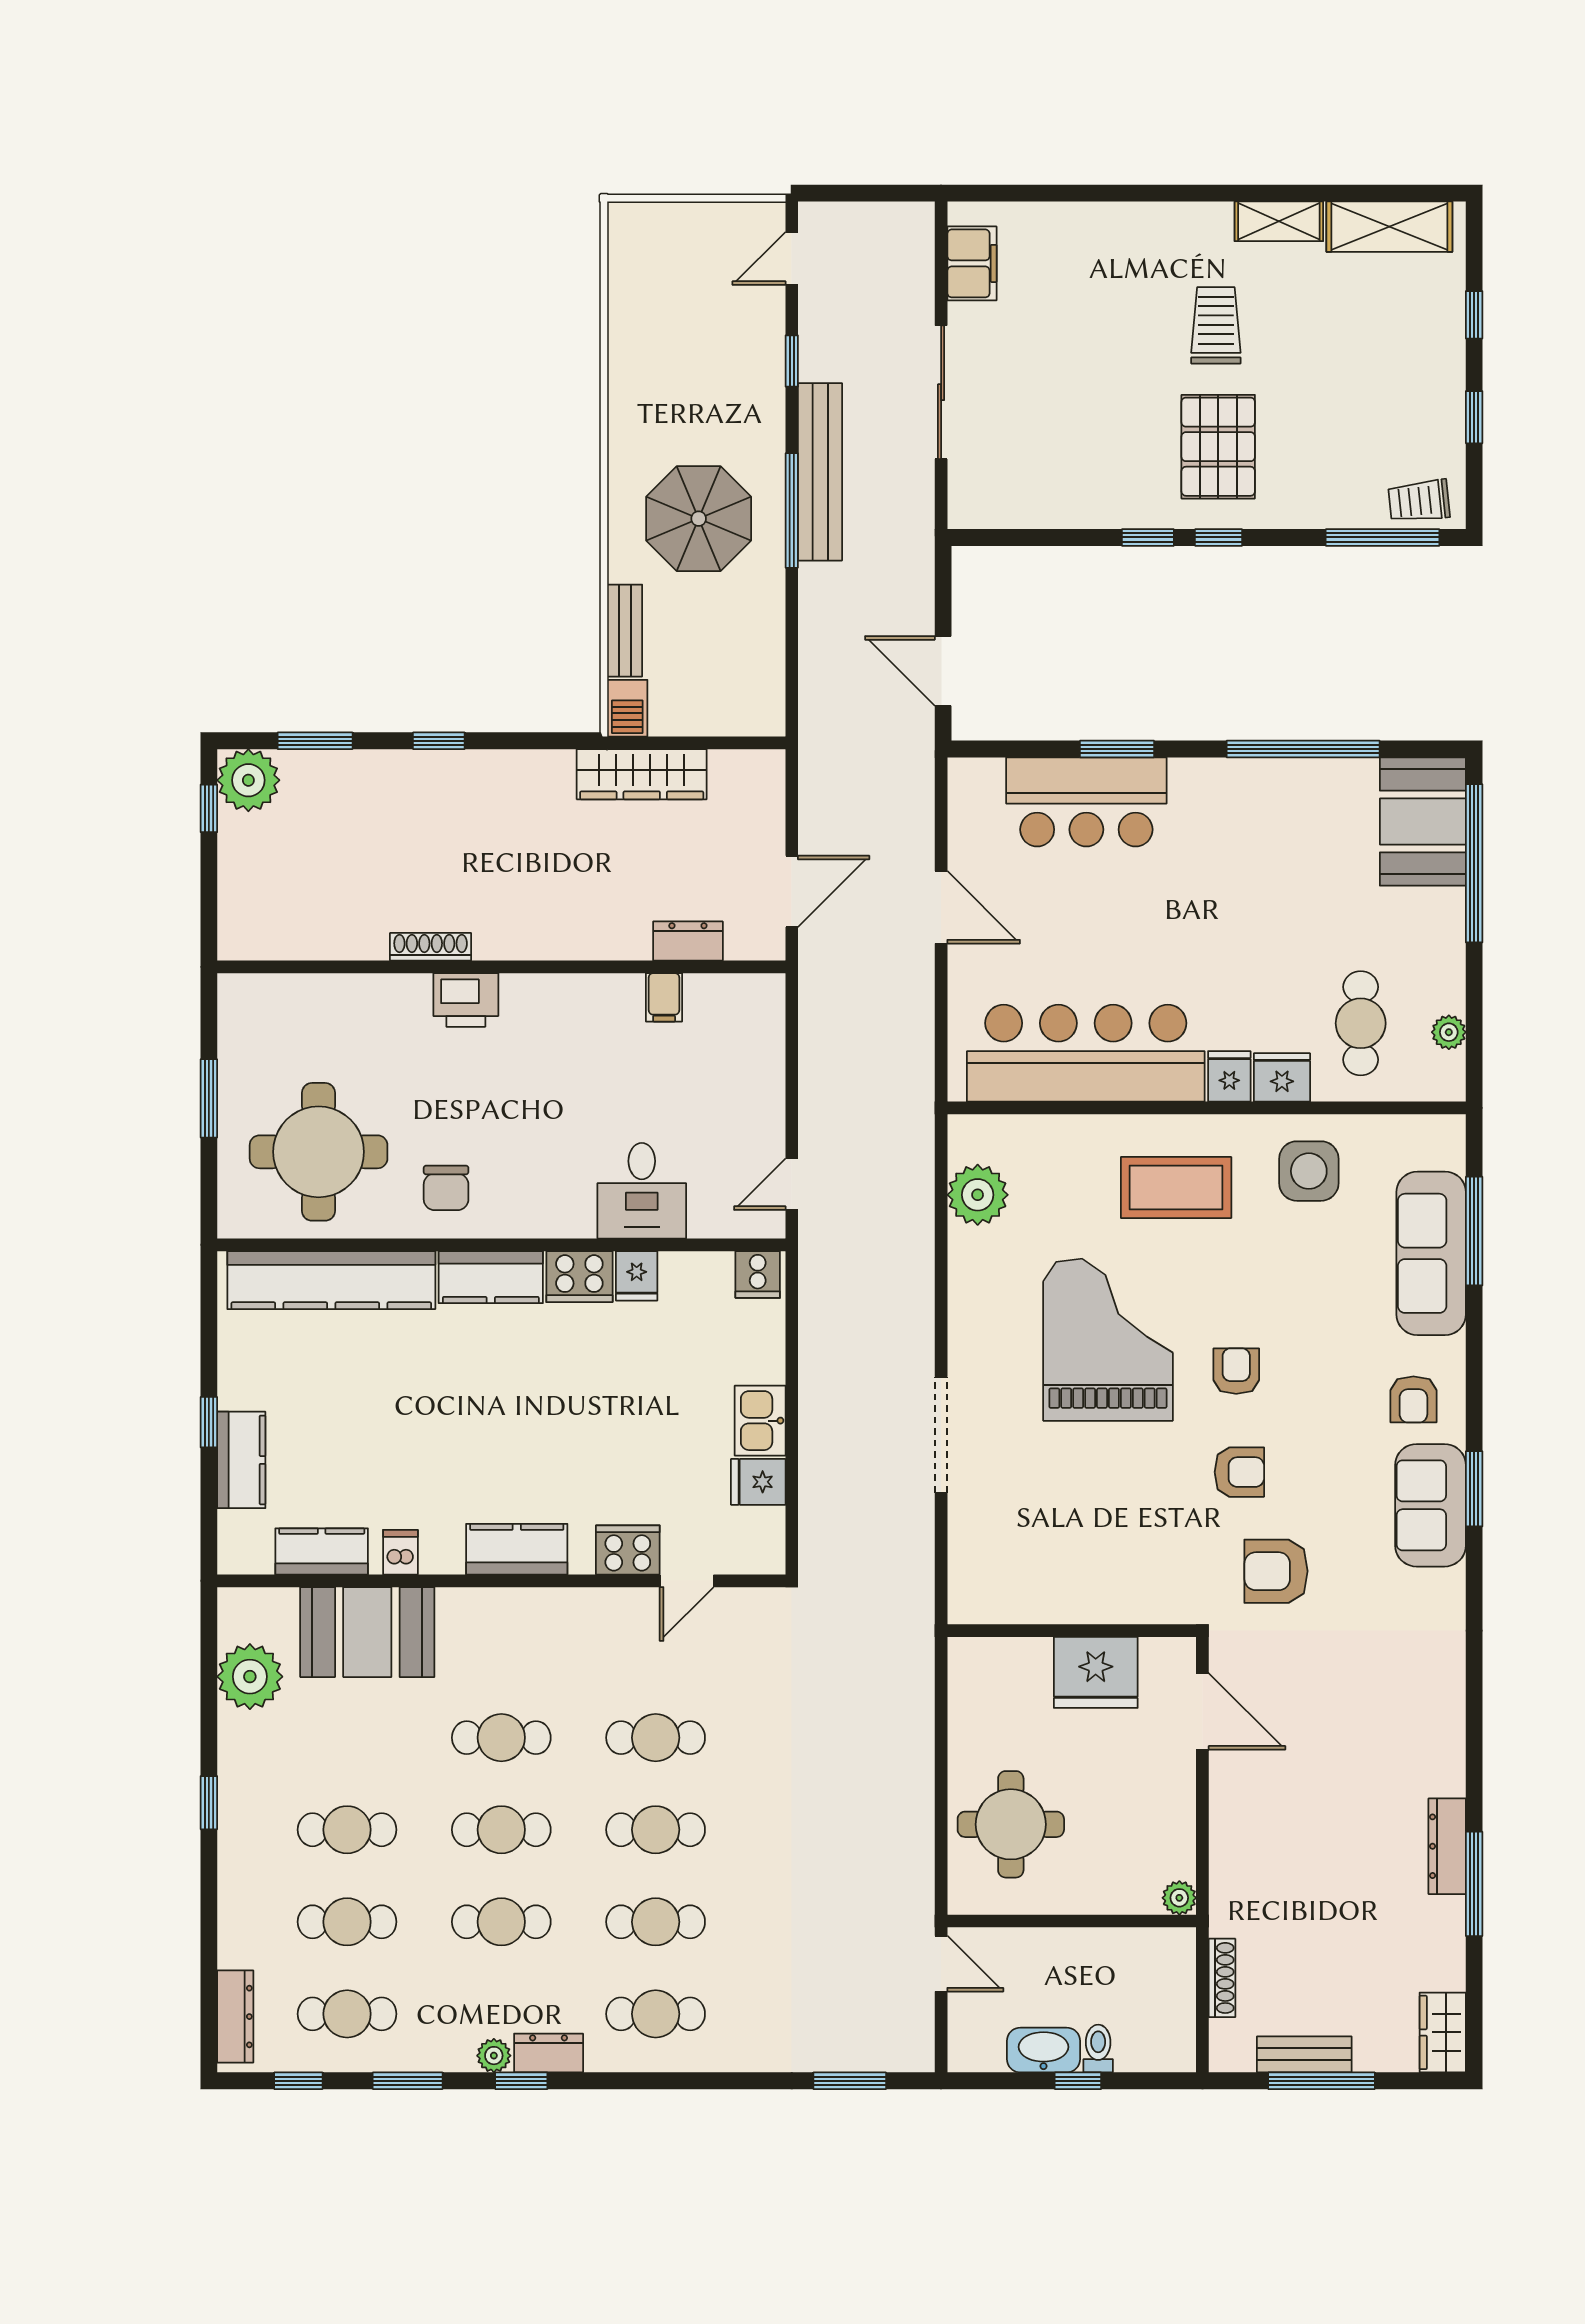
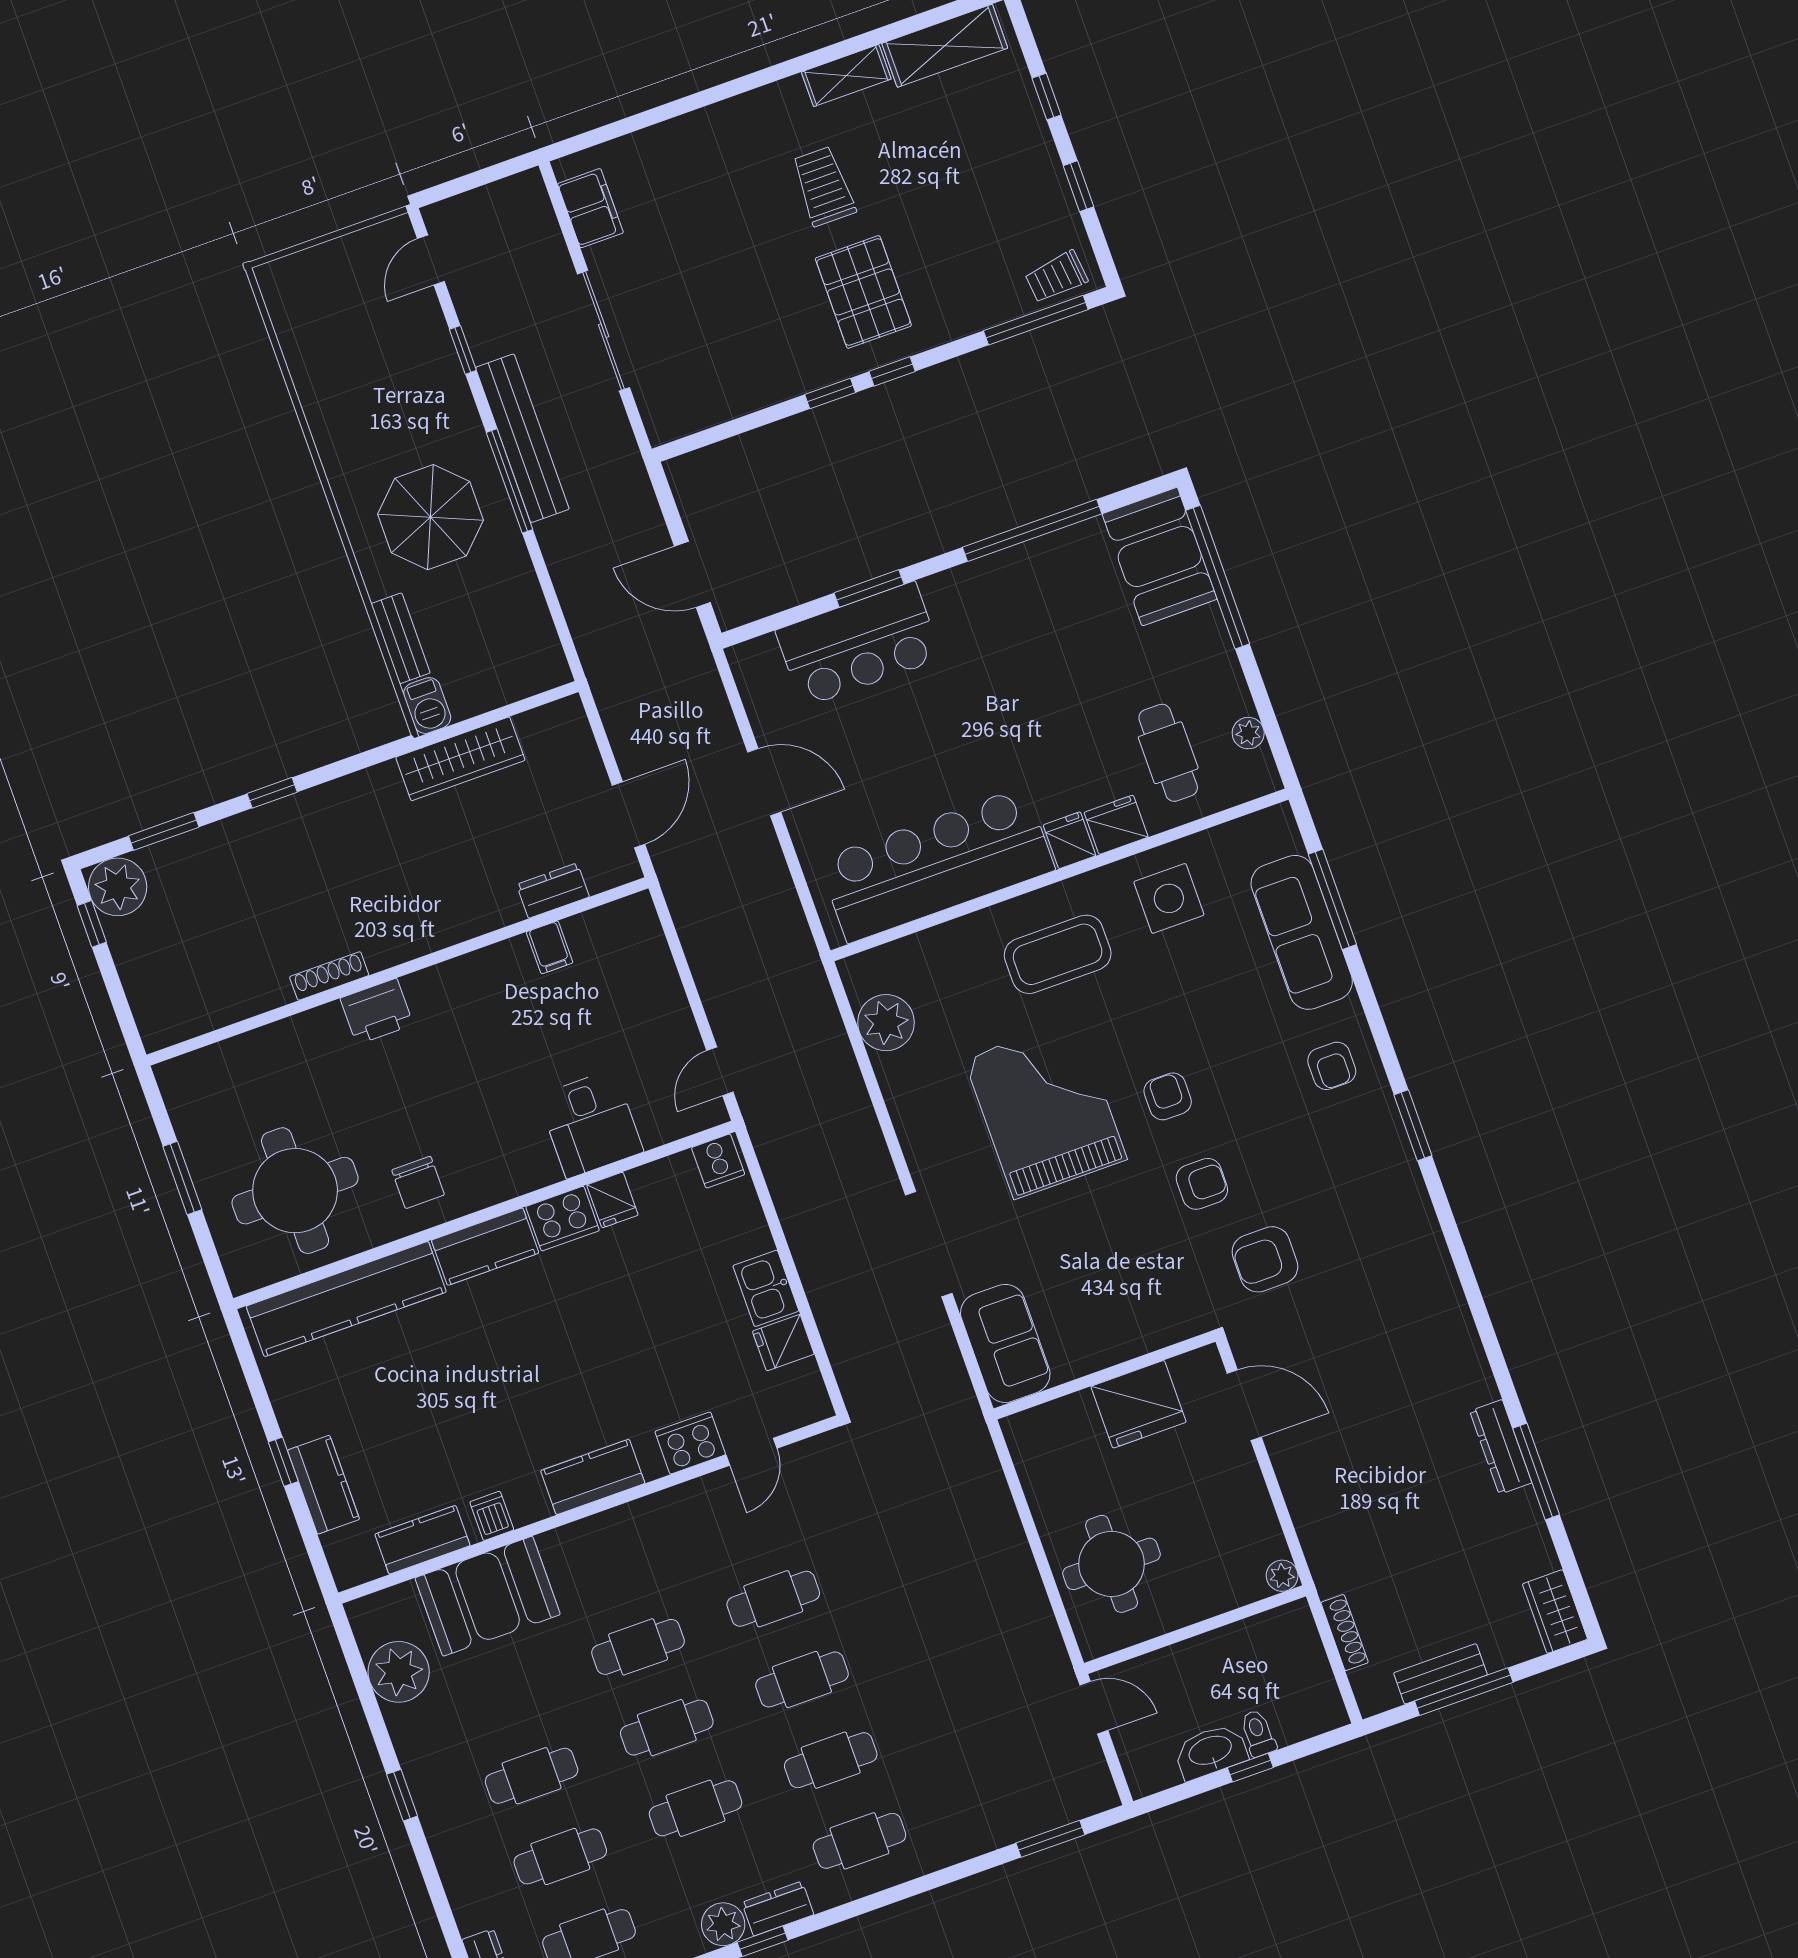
sofa: (1430, 1505) -> (1005, 1343), moved, turned 180
plant: (494, 2056) -> (723, 1924), width x1.38, depth x1.38

